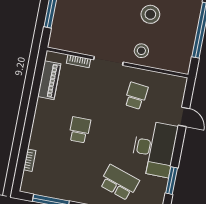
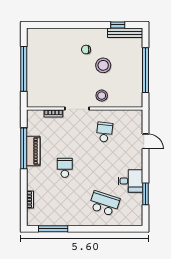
piano: (49, 80) -> (33, 151), moved
window: (34, 97) -> (24, 148), added
desk: (154, 149) -> (130, 181), width x0.53, depth x0.77

